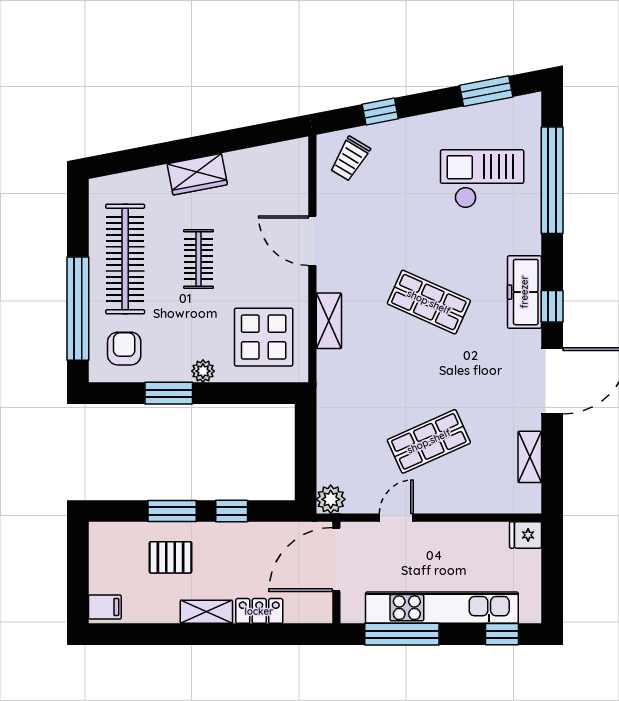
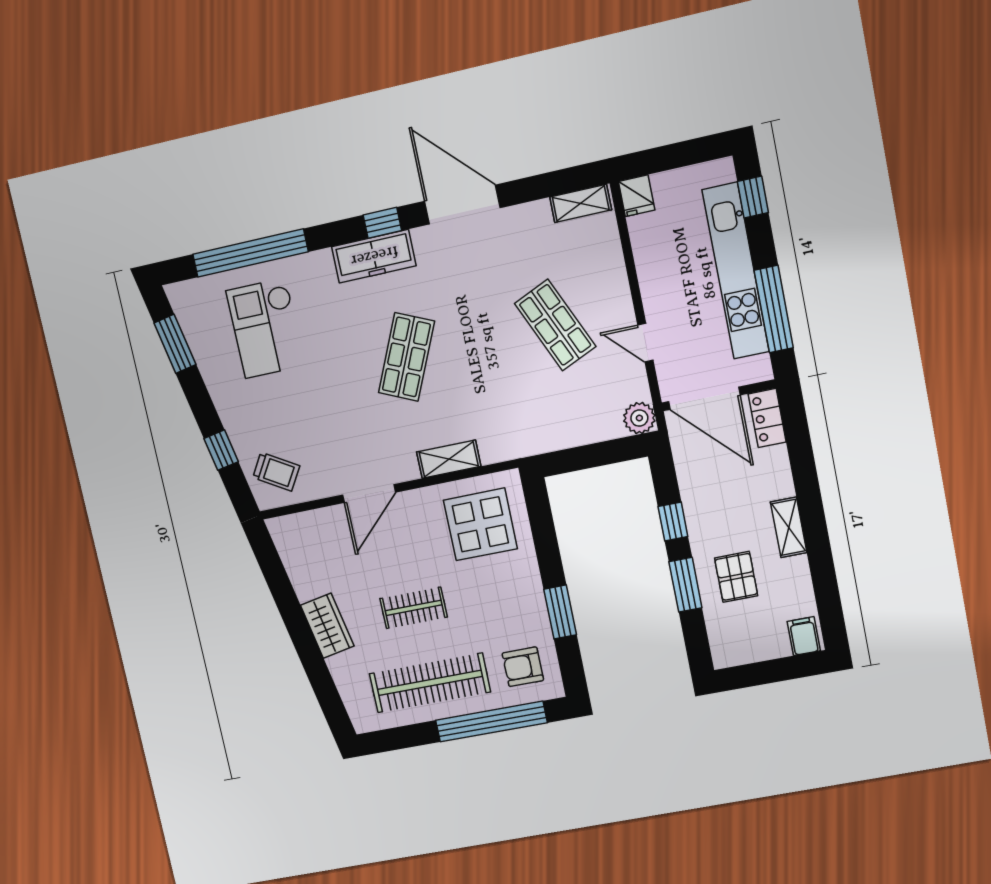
plant: (203, 371) -> (529, 581), removed
shelving: (530, 457) -> (581, 203), moved
locker: (259, 611) -> (767, 418), moved

